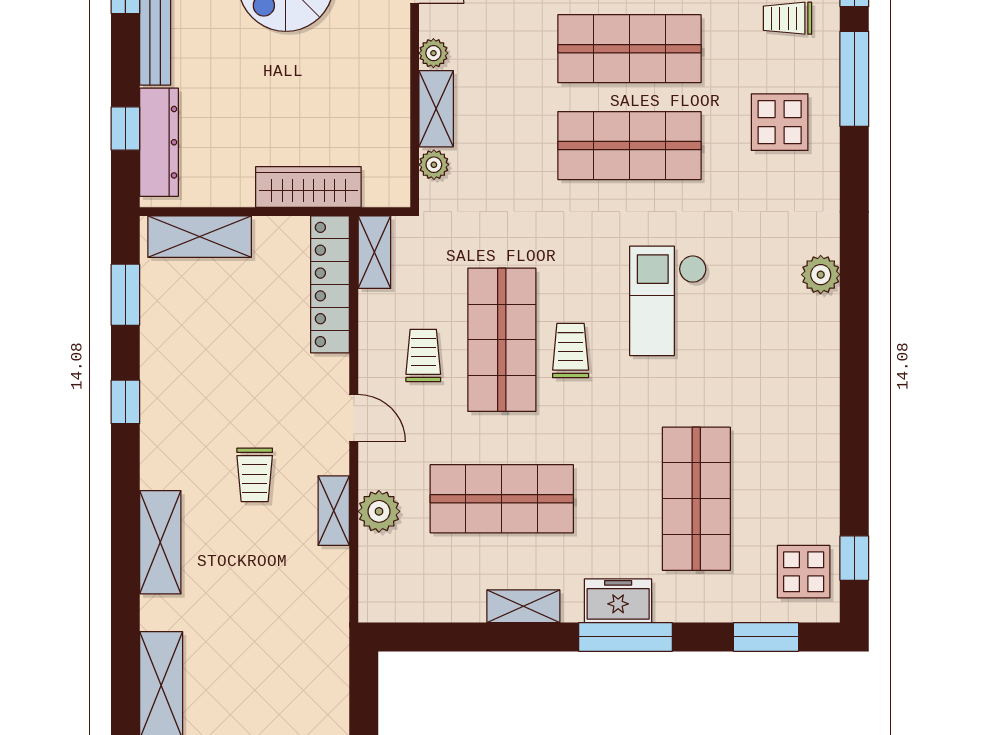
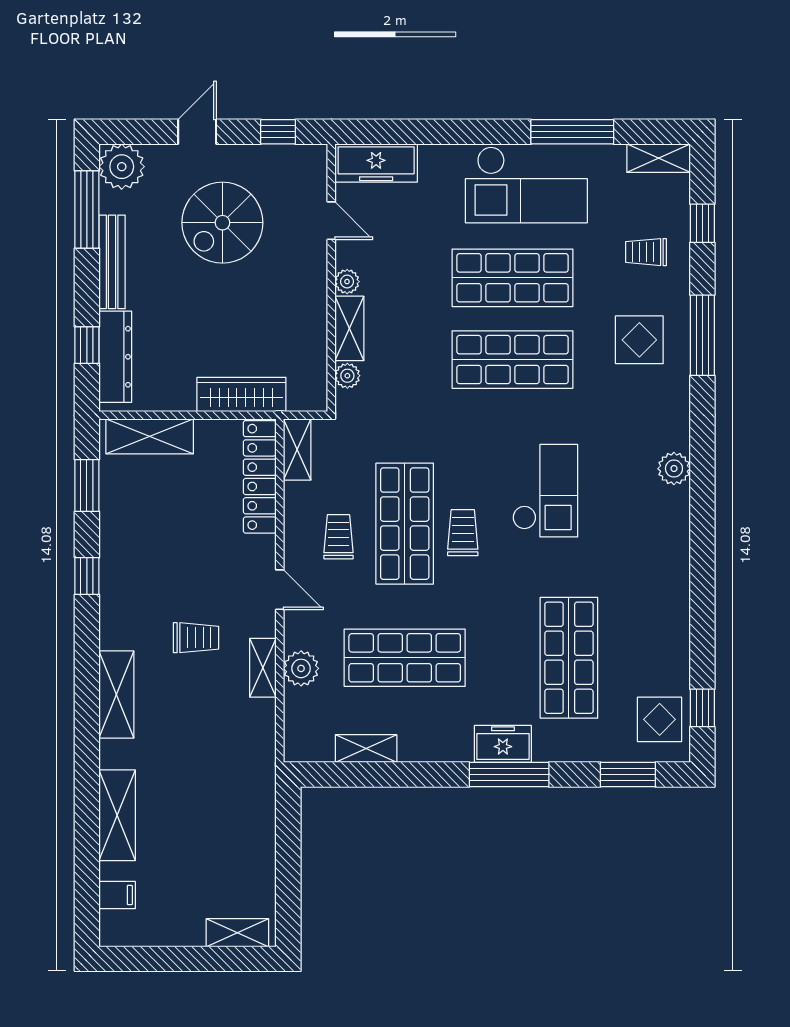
window: (854, 79) -> (702, 335), moved
checkout: (668, 301) -> (545, 491), turned 180
trolley: (255, 475) -> (196, 638), turned -90
shelving: (523, 606) -> (366, 749), moved

